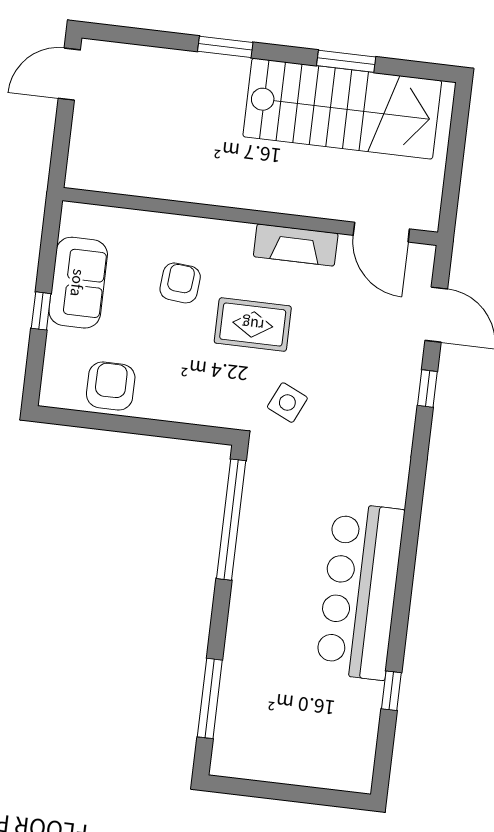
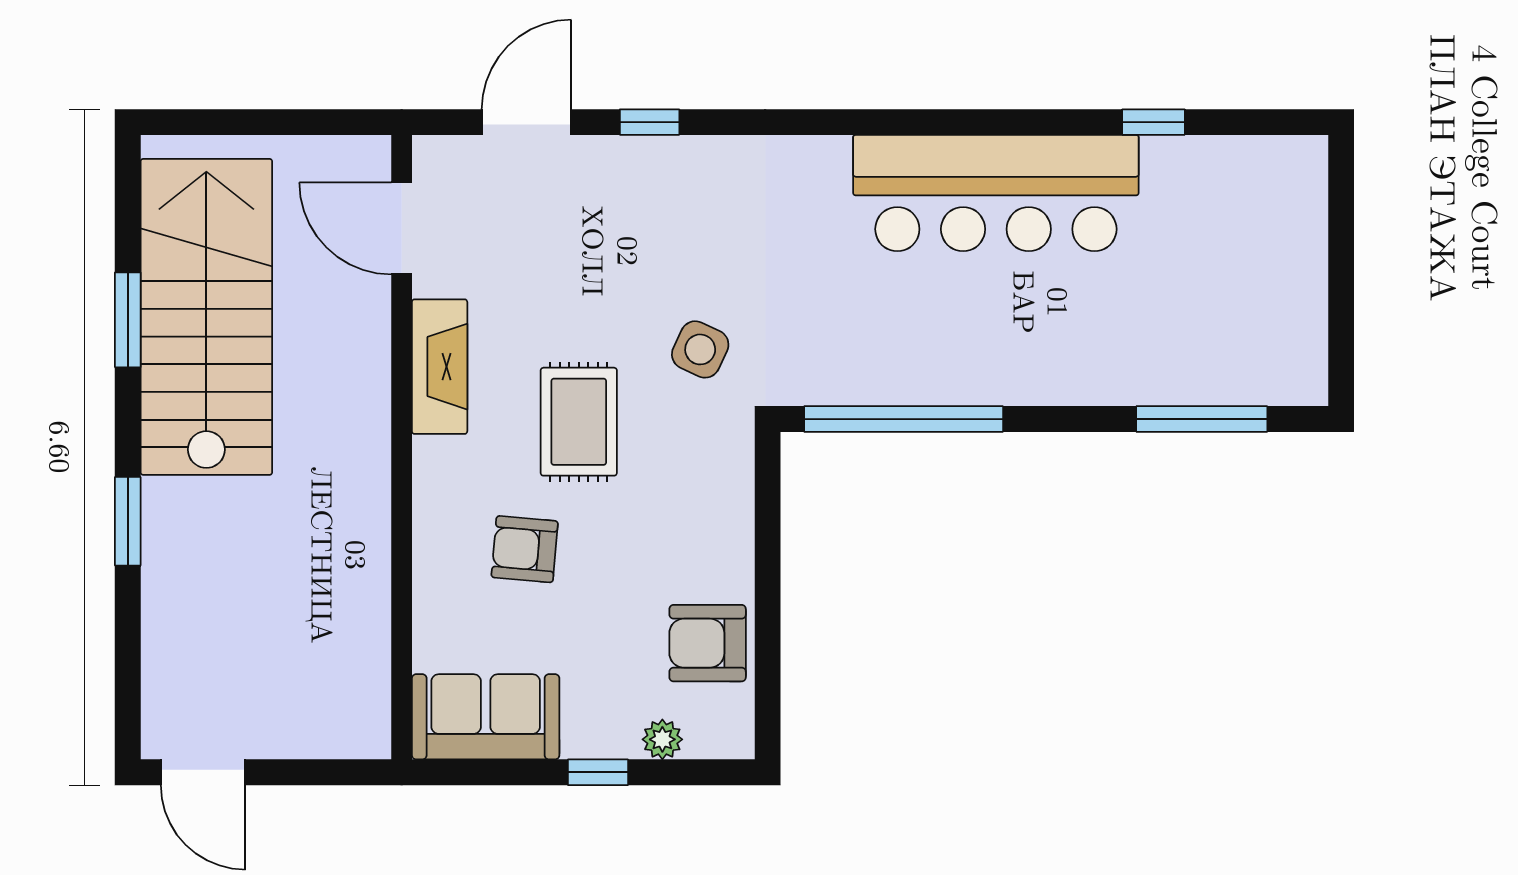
door: (381, 232) -> (402, 228), swing flipped
sofa: (78, 283) -> (486, 717), moved
plant: (56, 352) -> (662, 739), added

